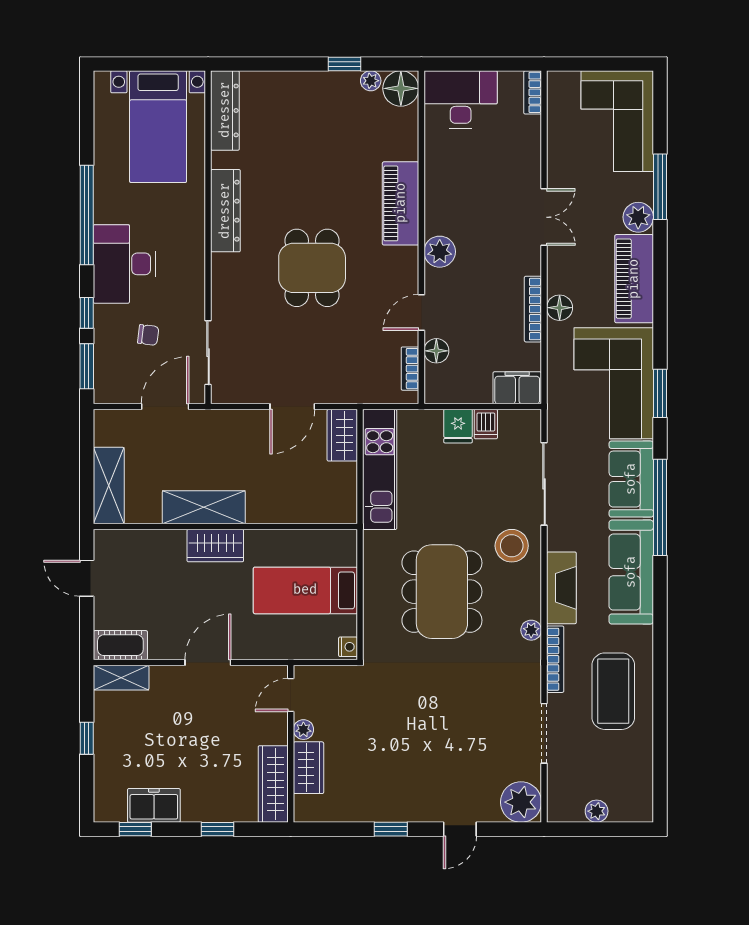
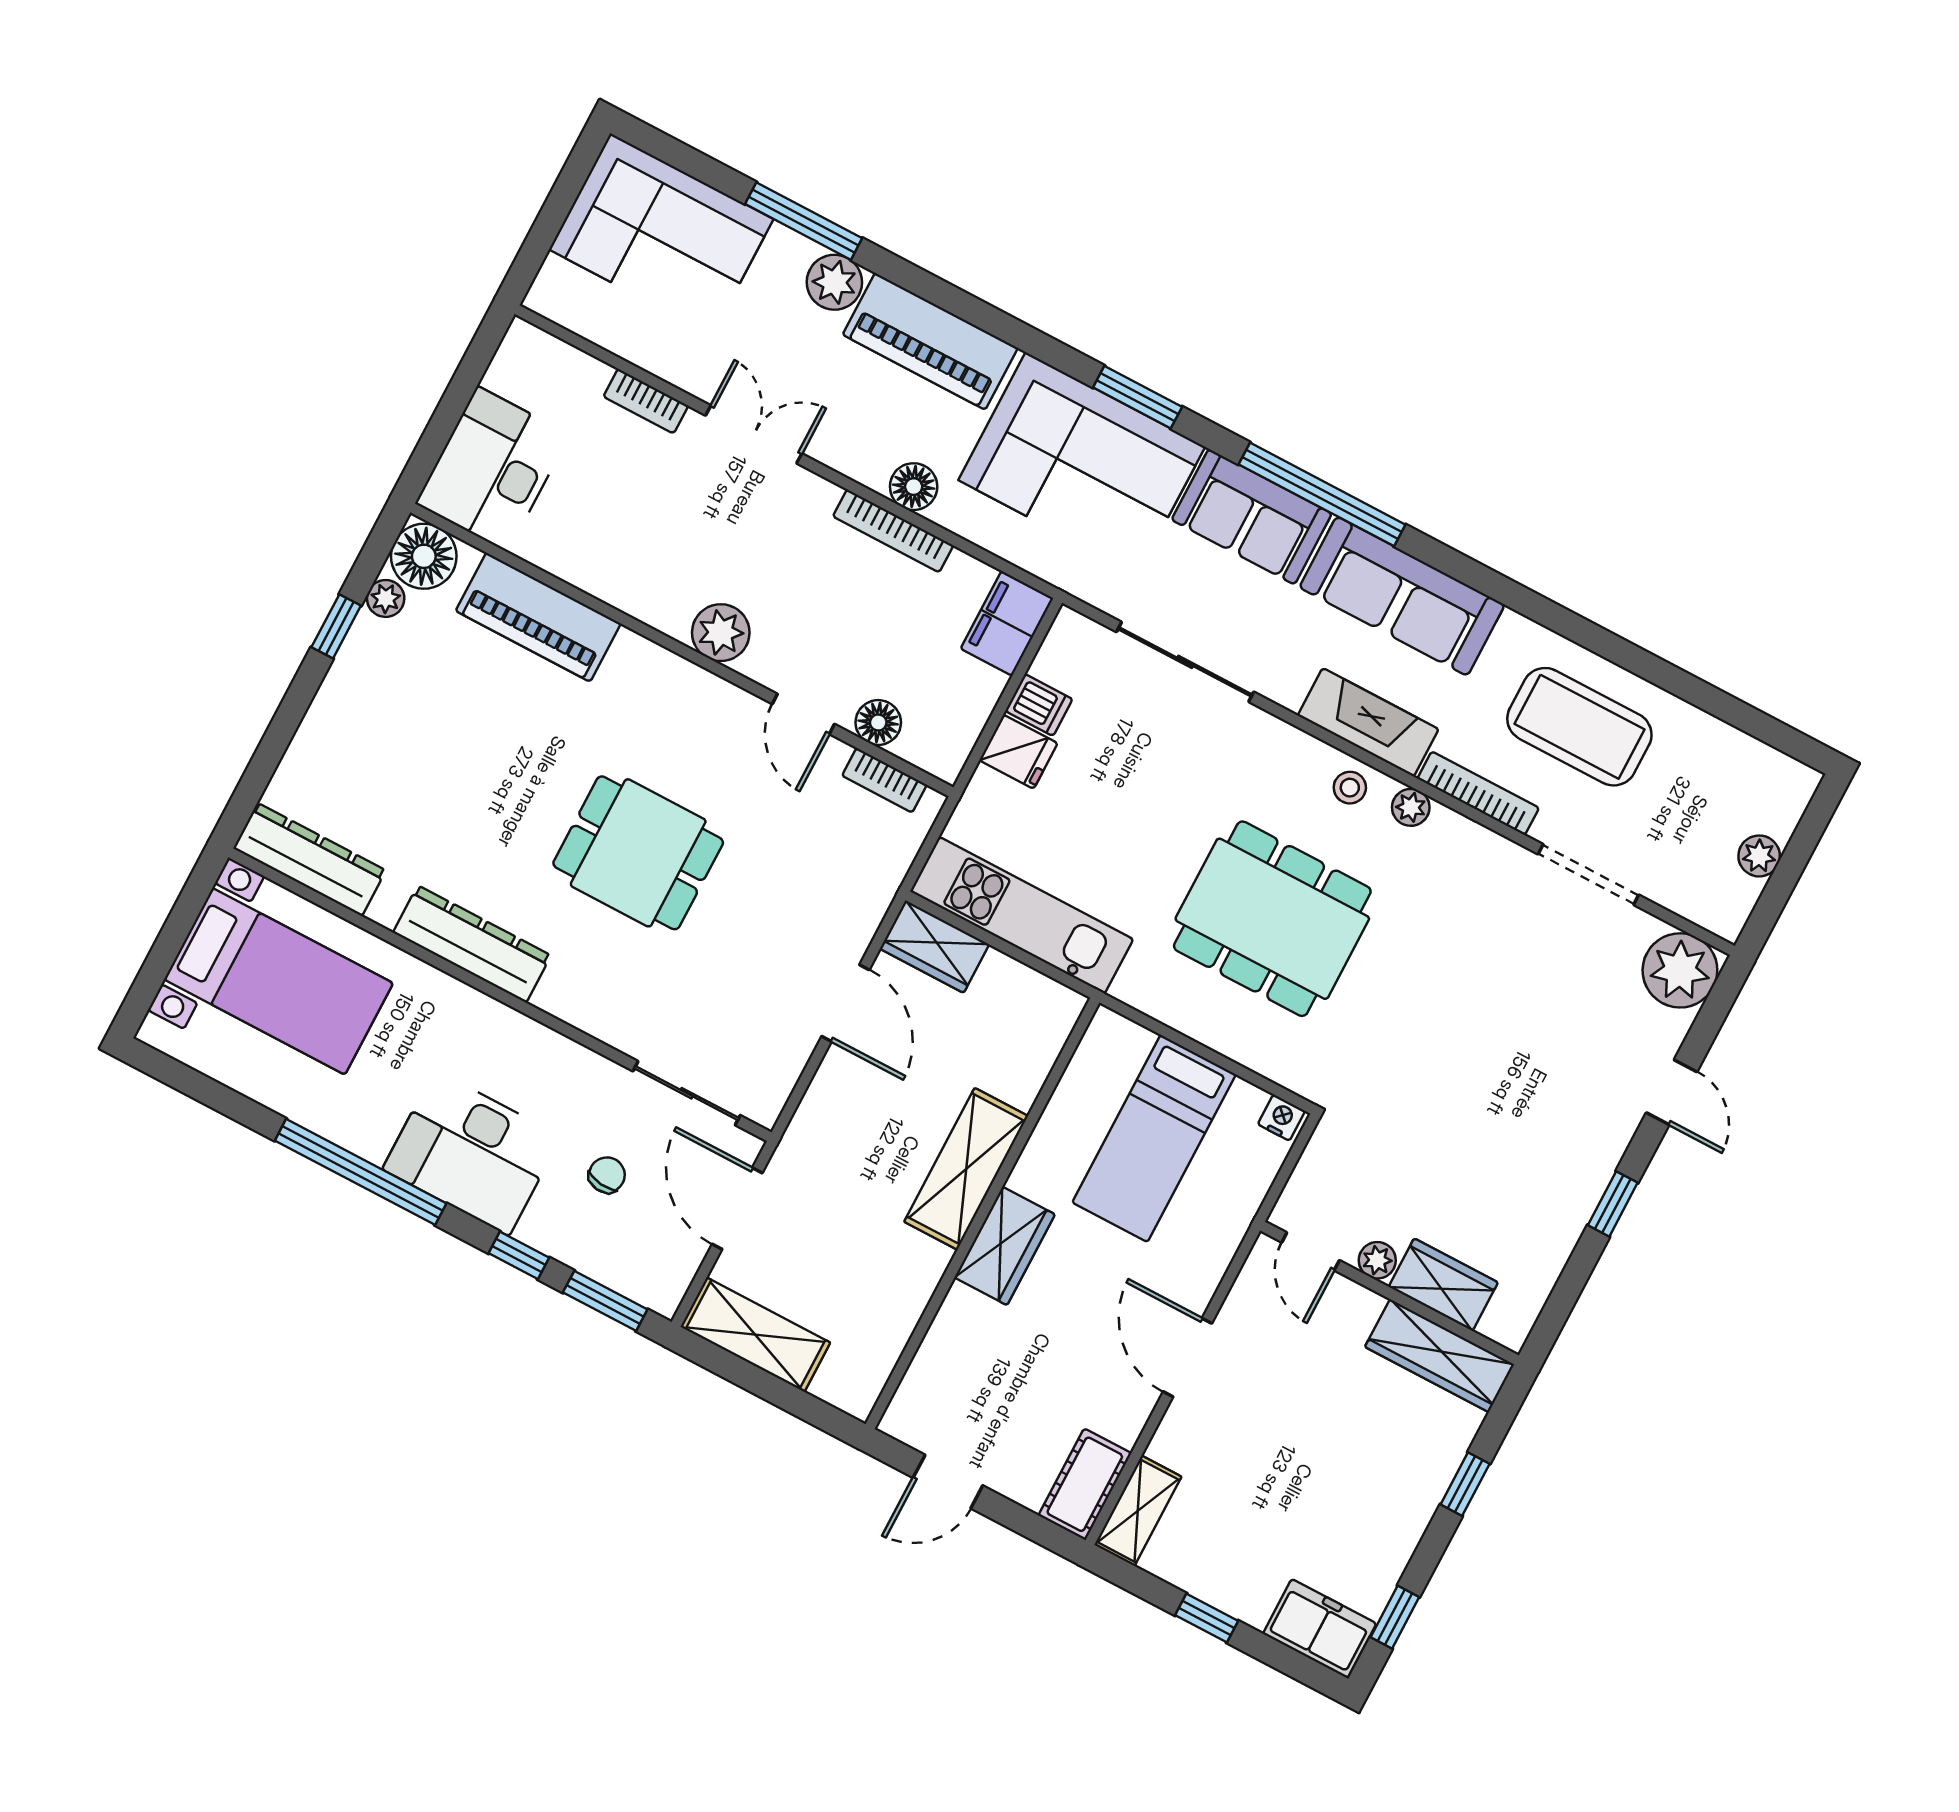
bookcase: (533, 92) -> (646, 401), moved
piano: (401, 203) -> (538, 617), moved
shelving: (109, 486) -> (755, 1335), moved
shelving: (204, 507) -> (966, 1169), moved
stool: (512, 546) -> (1350, 788), moved, width x0.53, depth x0.53
freezer: (154, 805) -> (1320, 1629), moved, turned 90

